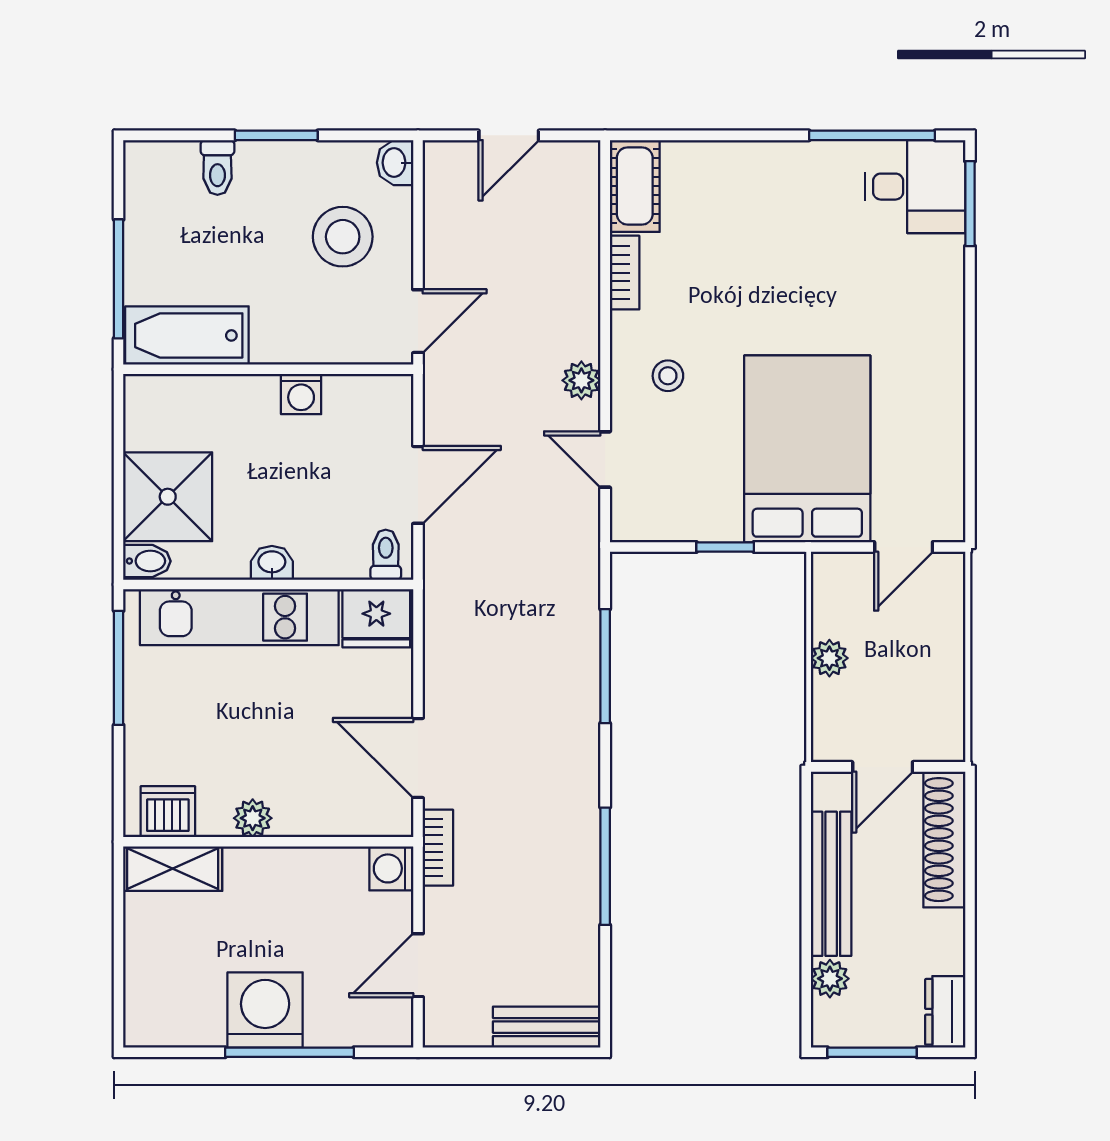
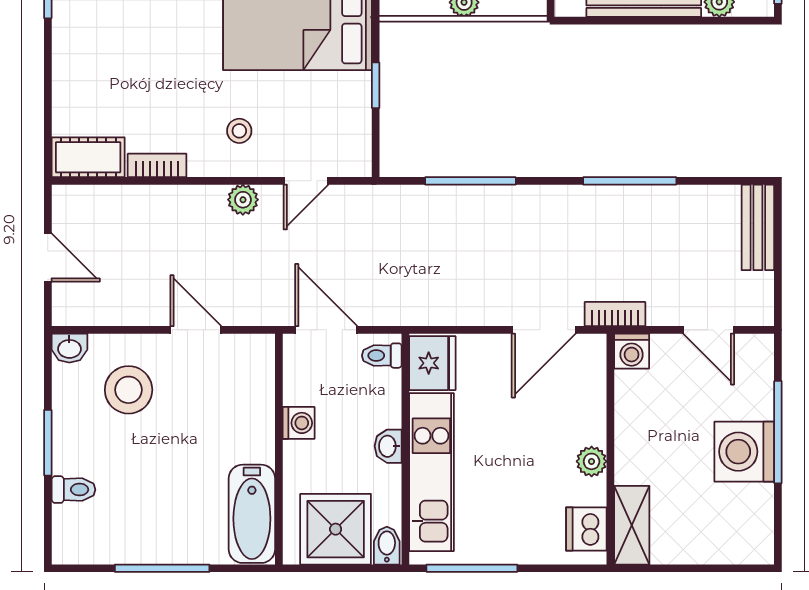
bathtub: (187, 335) -> (252, 514), moved
wall: (268, 369) -> (279, 449), moved
washing machine: (301, 394) -> (299, 423), moved

